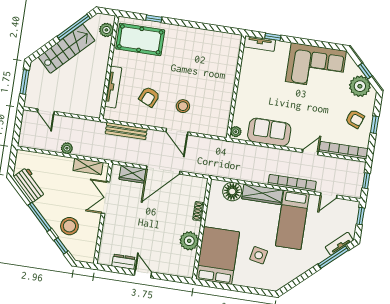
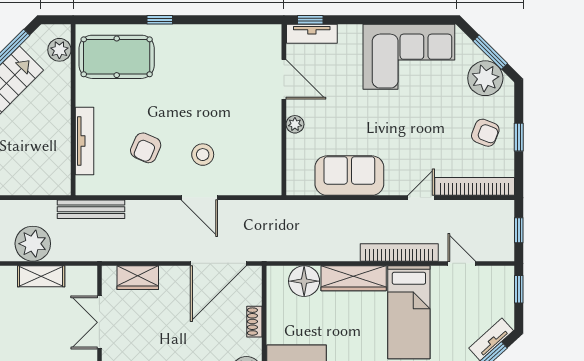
window: (154, 19) -> (160, 20), moved
window: (273, 37) -> (310, 20), moved
door: (239, 68) -> (284, 79), added
window: (365, 71) -> (490, 52), width x1.50
bench: (126, 131) -> (91, 209), moved
plant: (236, 132) -> (295, 124), moved
plant: (67, 148) -> (33, 244), width x1.88, depth x1.88
shelving: (88, 166) -> (41, 276), moved
door: (163, 170) -> (218, 263), moved
door: (329, 195) -> (462, 263), swing flipped

